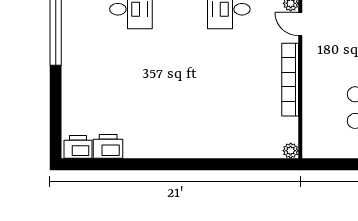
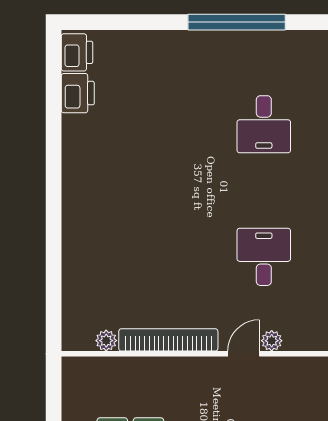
plant: (291, 151) -> (106, 341), moved

